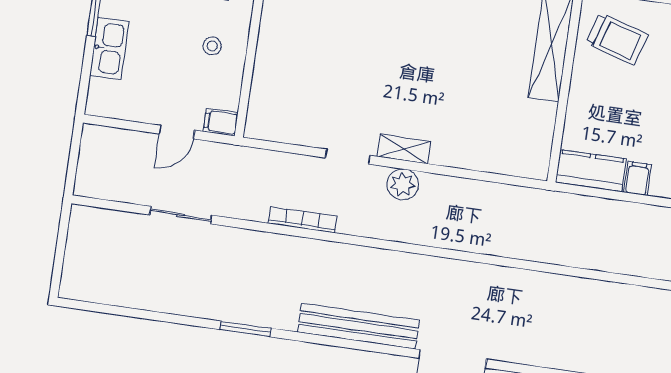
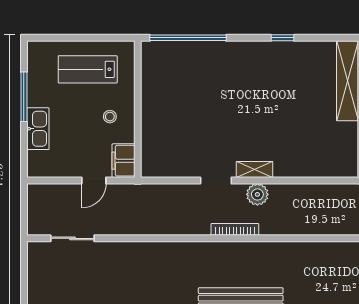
filing cabinet: (221, 122) -> (124, 161), width x2.00
sliding door: (181, 215) -> (72, 238), moved
bookcase: (303, 220) -> (235, 229), moved

